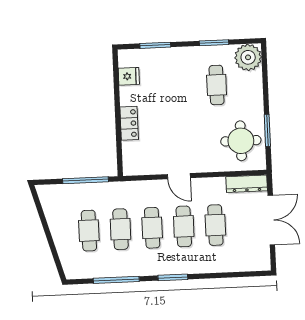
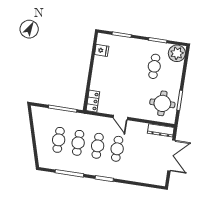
locker: (129, 123) -> (93, 101), moved
cafe table: (215, 225) -> (137, 152), removed

